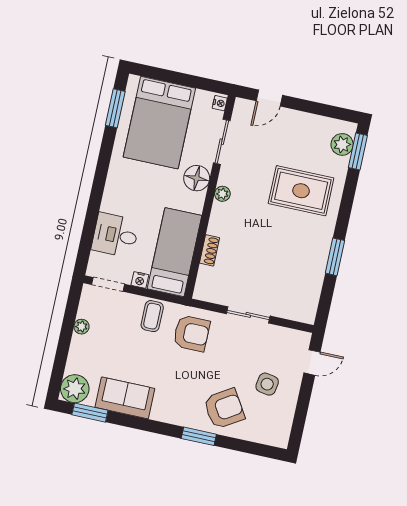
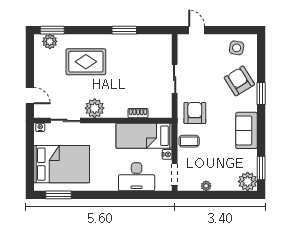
floor lamp: (197, 178) -> (93, 132), removed
rug: (301, 191) -> (86, 62), turned 90
plant: (222, 194) -> (95, 108), width x1.88, depth x1.88
desk: (115, 235) -> (137, 177), width x1.37
side table: (267, 384) -> (237, 48), moved
sofa: (125, 398) -> (247, 130), moved

